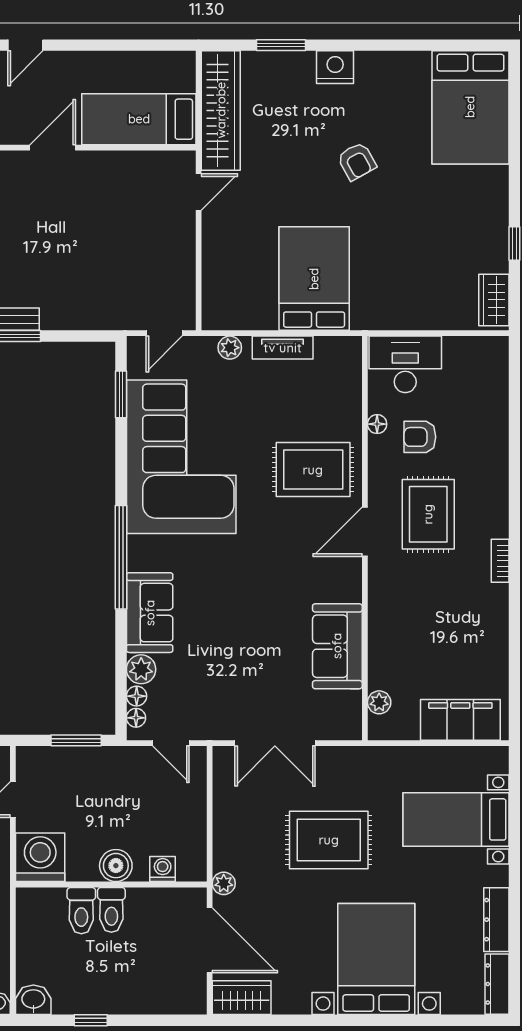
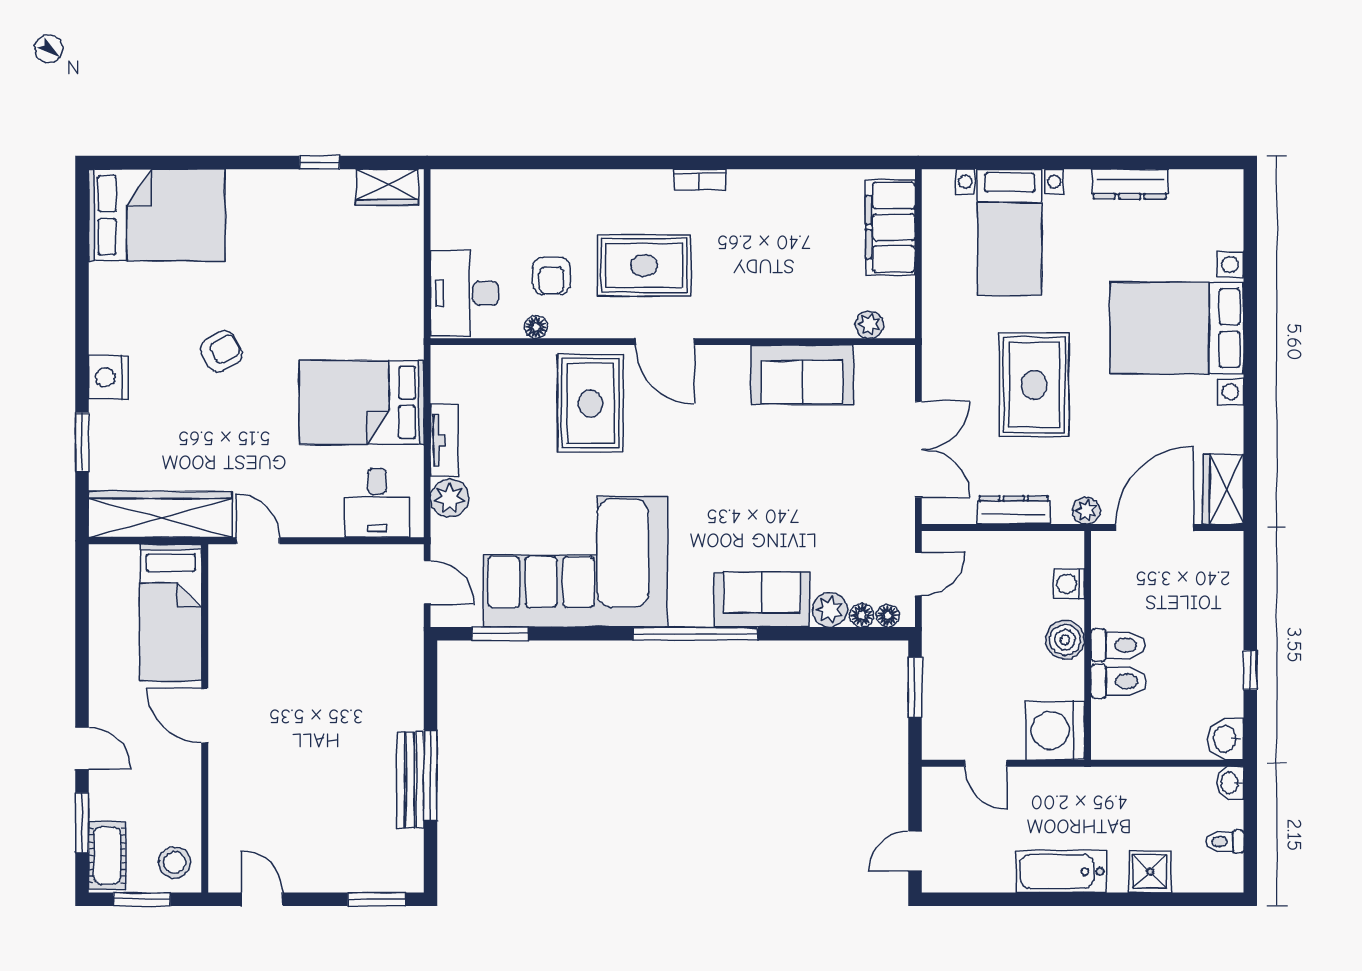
desk: (230, 291) -> (377, 503), added
plant: (230, 348) -> (450, 498), width x1.38, depth x1.38
dresser: (497, 984) -> (1014, 510), moved, turned 180

